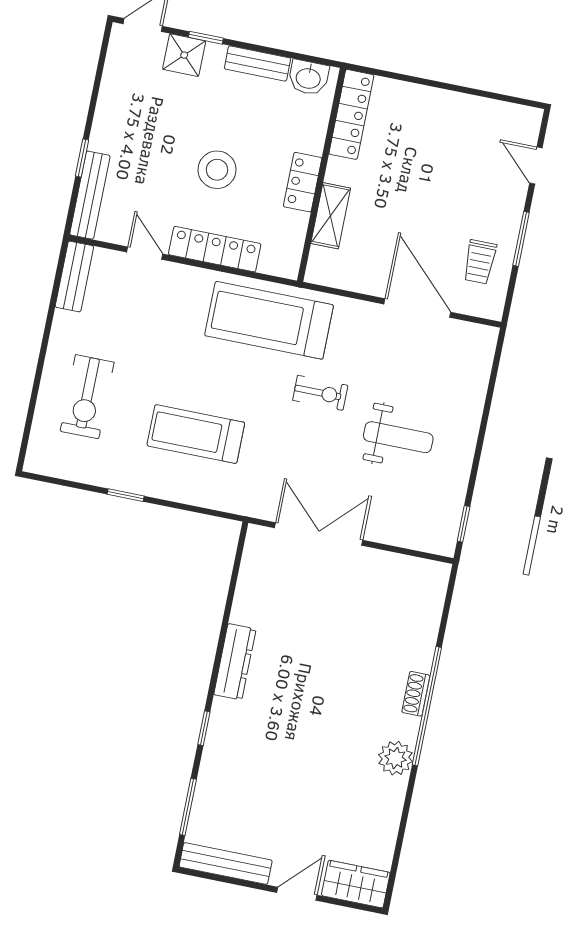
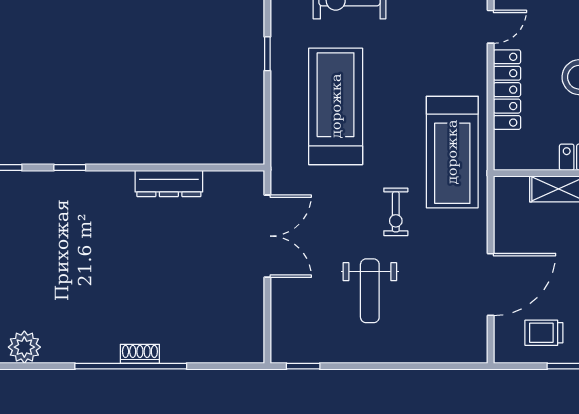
treadmill: (269, 320) -> (452, 152), turned 180
treadmill: (196, 434) -> (336, 106), width x1.37, depth x1.38
dresser: (235, 662) -> (169, 183), moved
plant: (396, 758) -> (24, 347), moved

